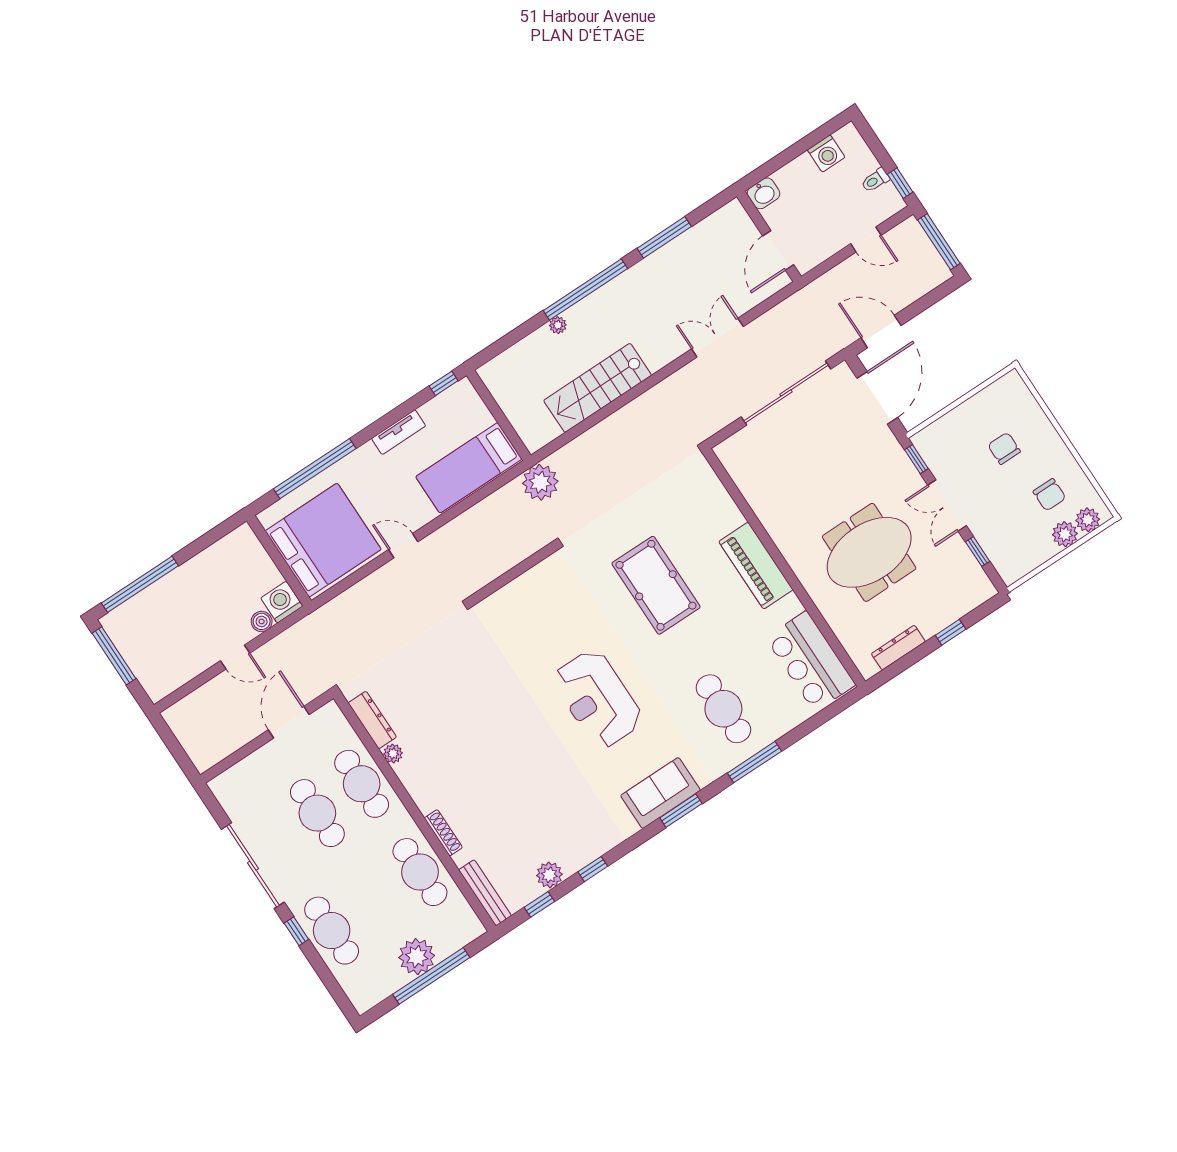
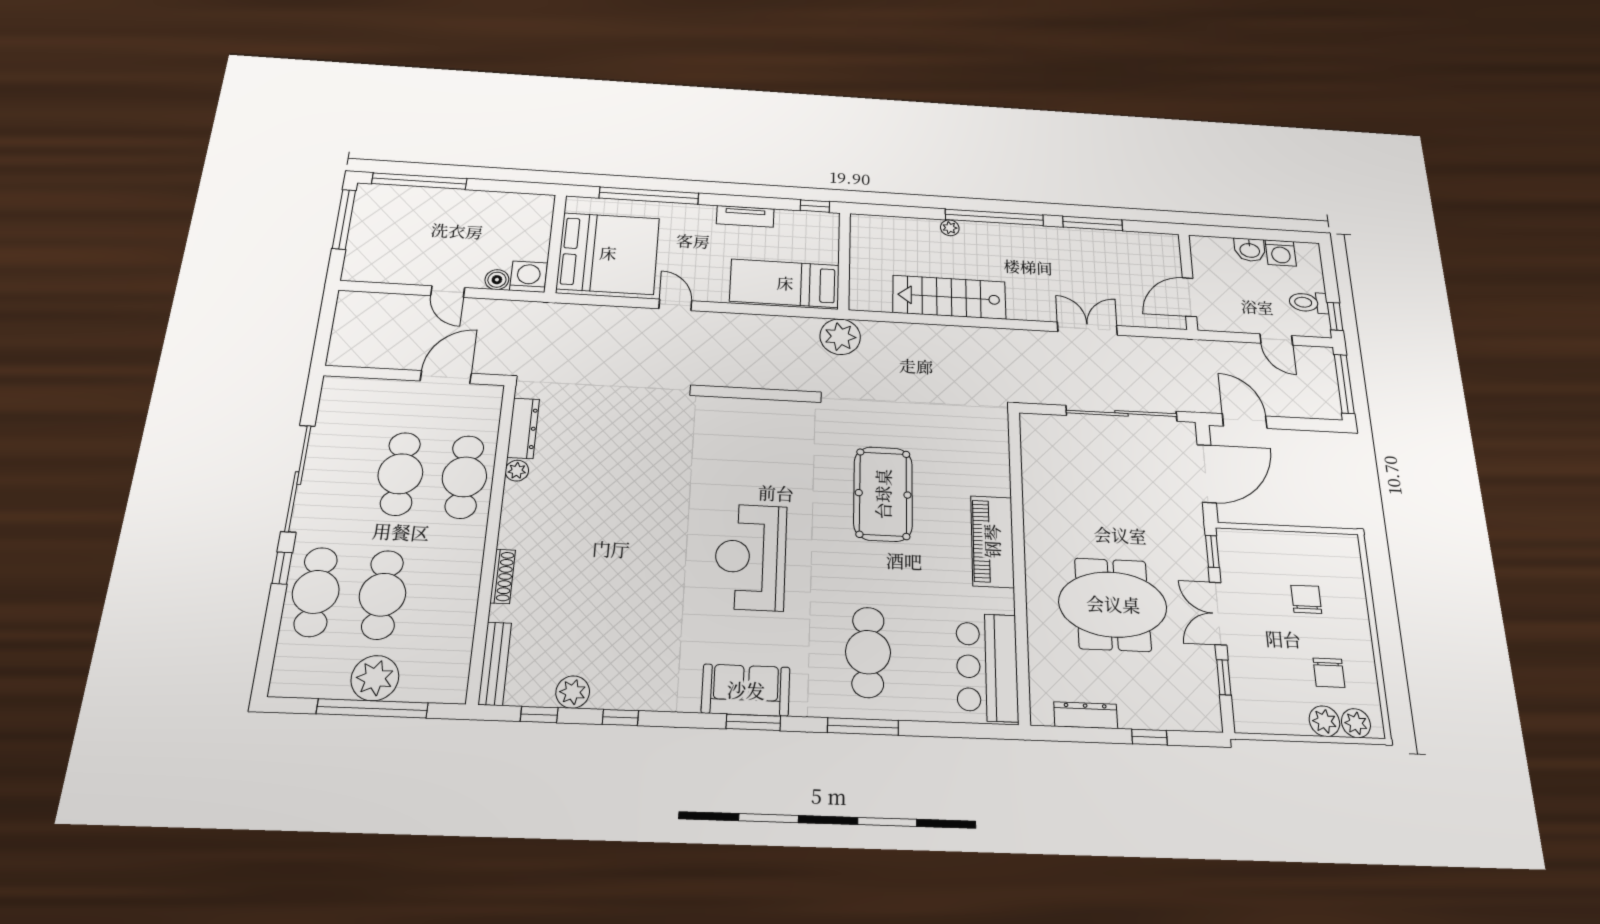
toilet: (875, 180) -> (1308, 303), width x1.37, depth x1.39
washbasin: (764, 193) -> (1250, 250), moved
cafe table: (420, 872) -> (383, 595), moved

